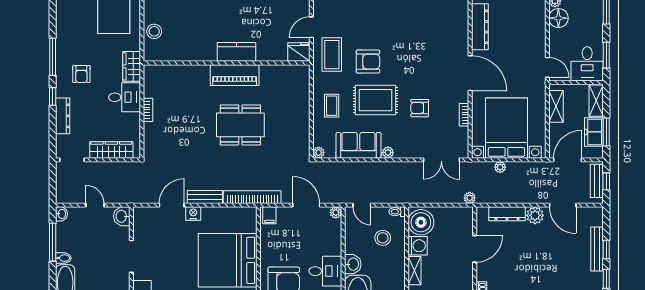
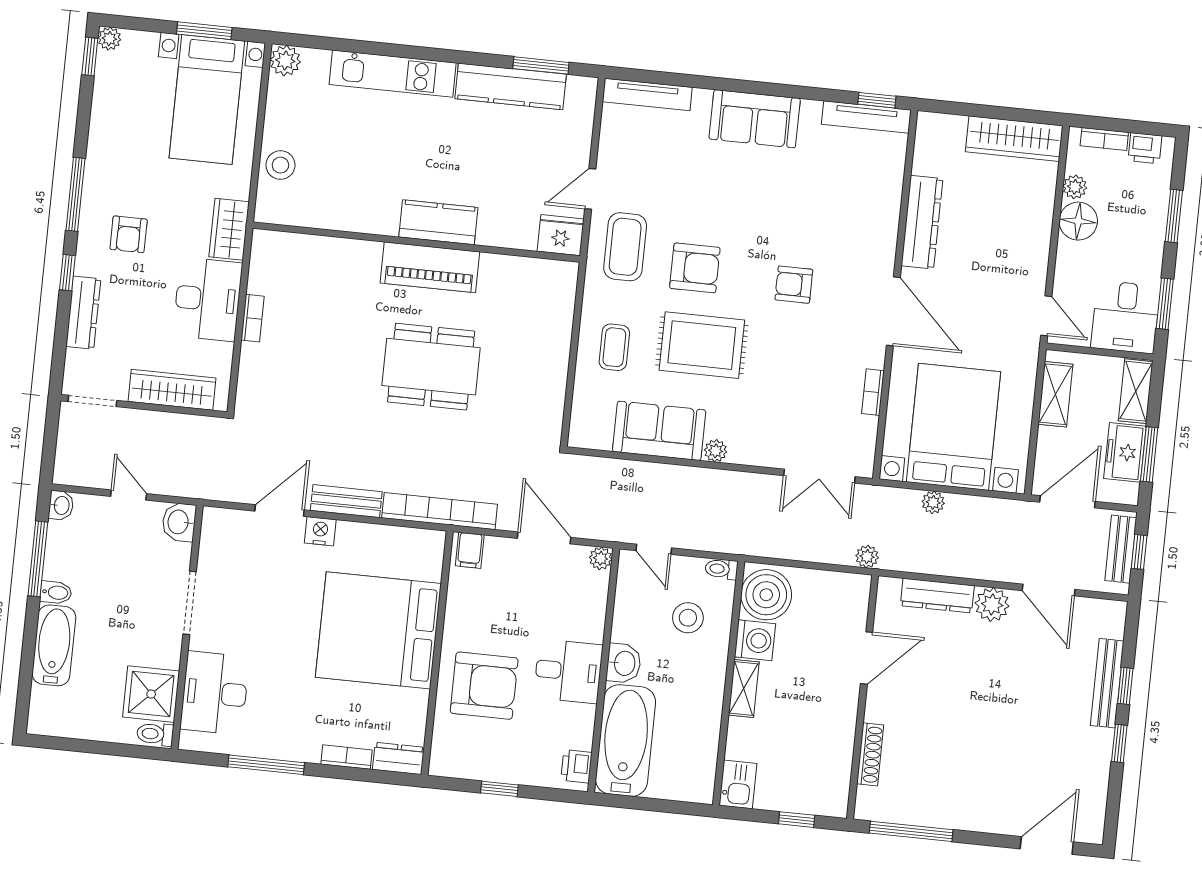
desk: (125, 97) -> (208, 299), width x1.37
armchair: (420, 108) -> (794, 285), moved
plant: (319, 153) -> (579, 437), removed

